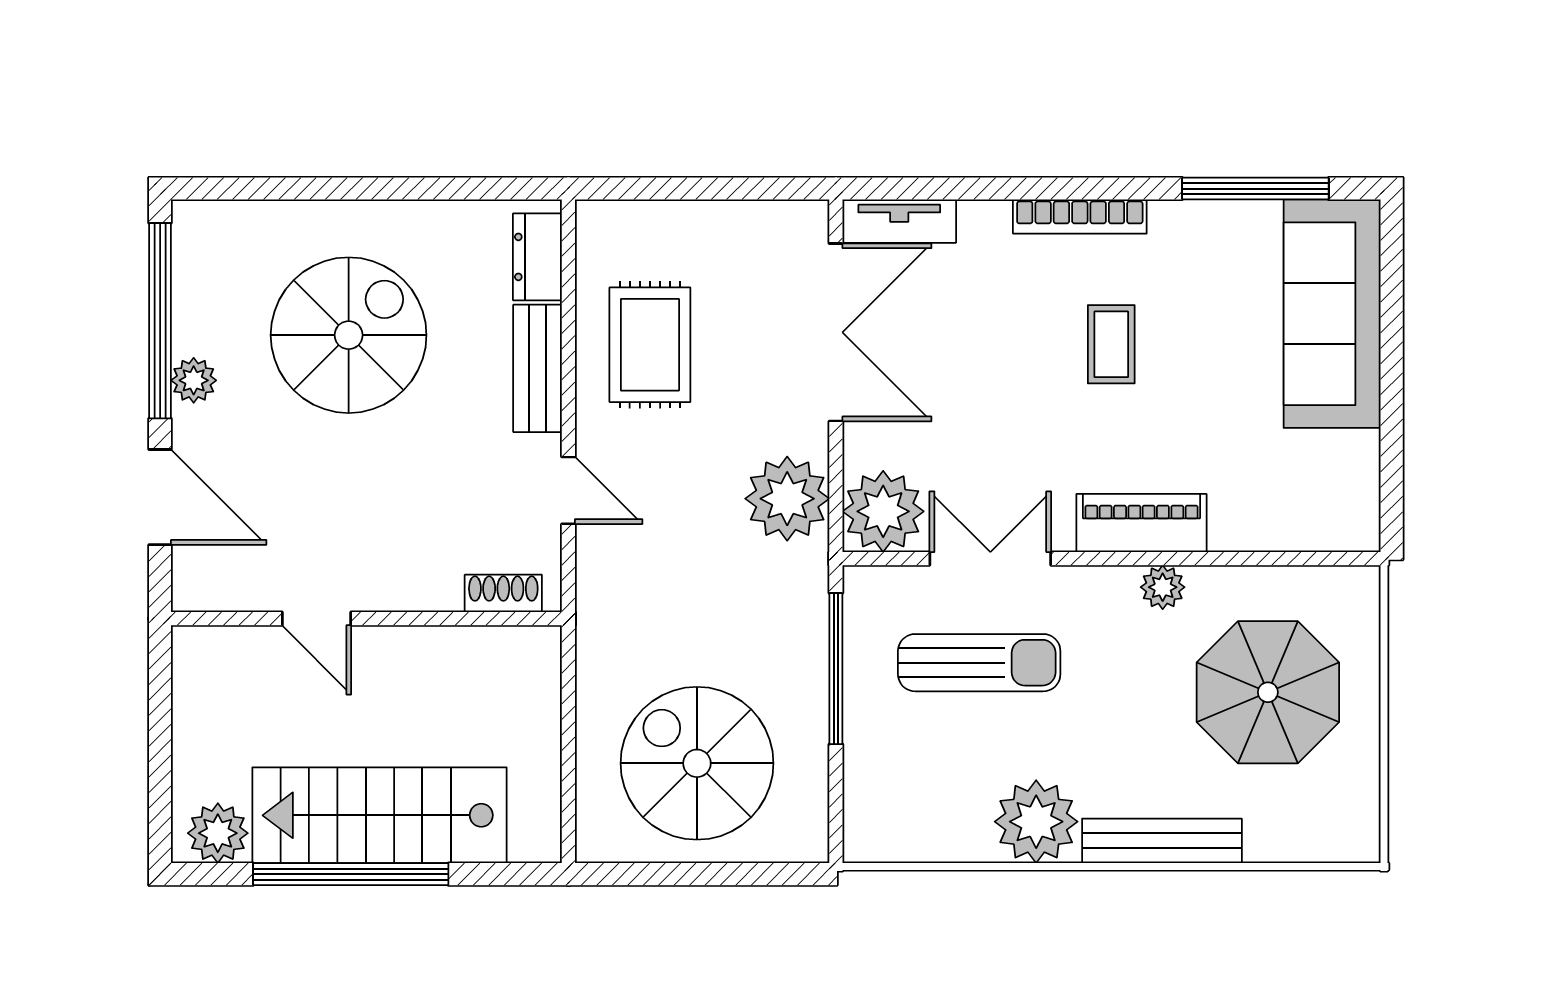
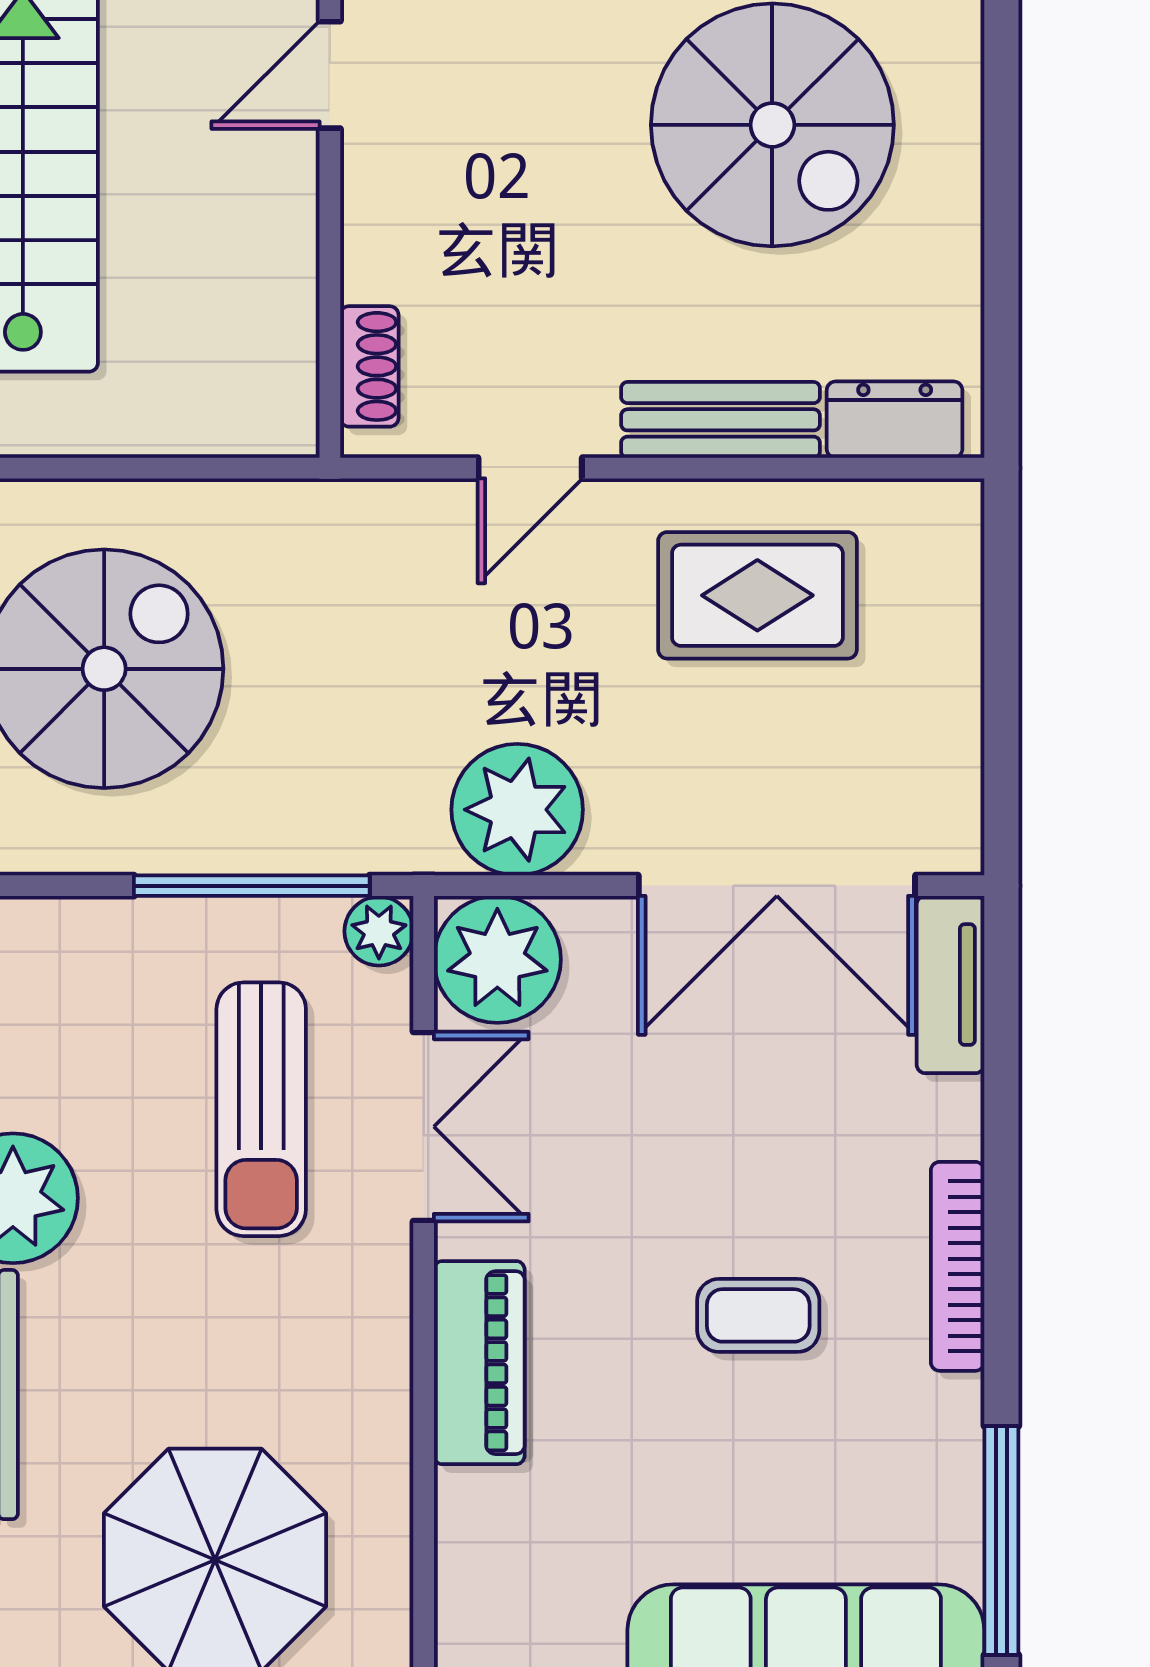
plant: (1163, 587) -> (379, 931), moved

